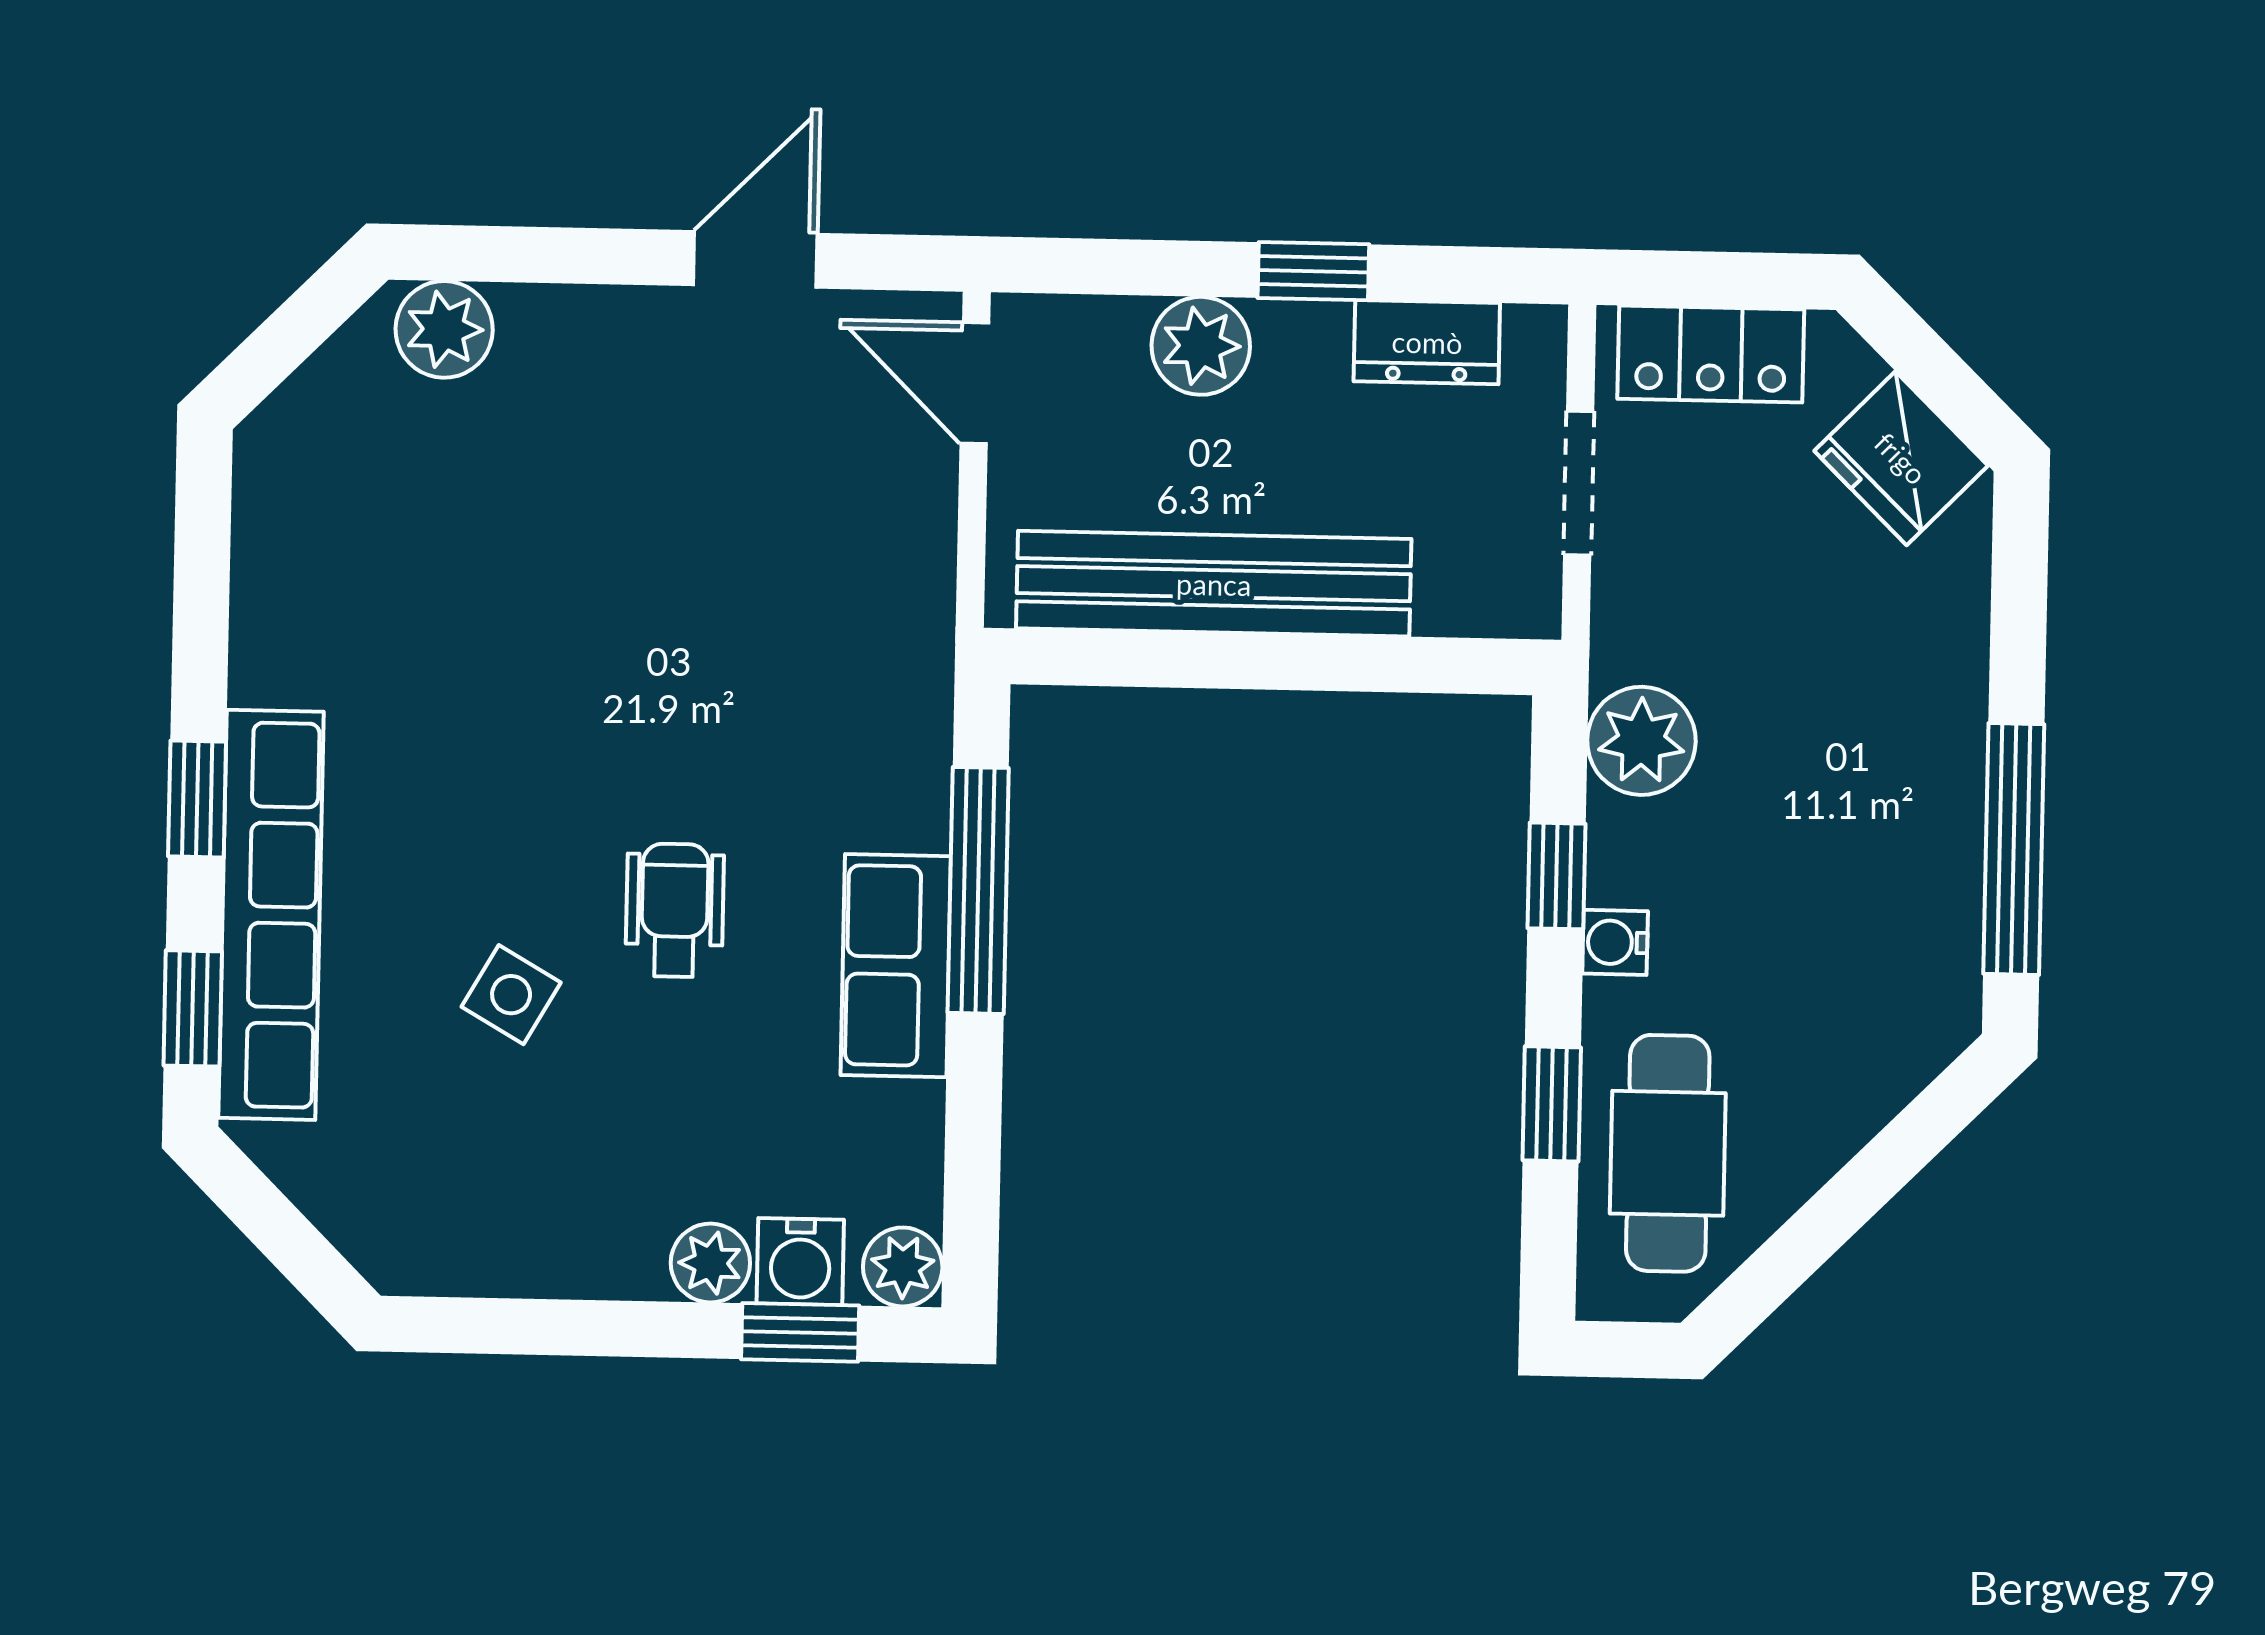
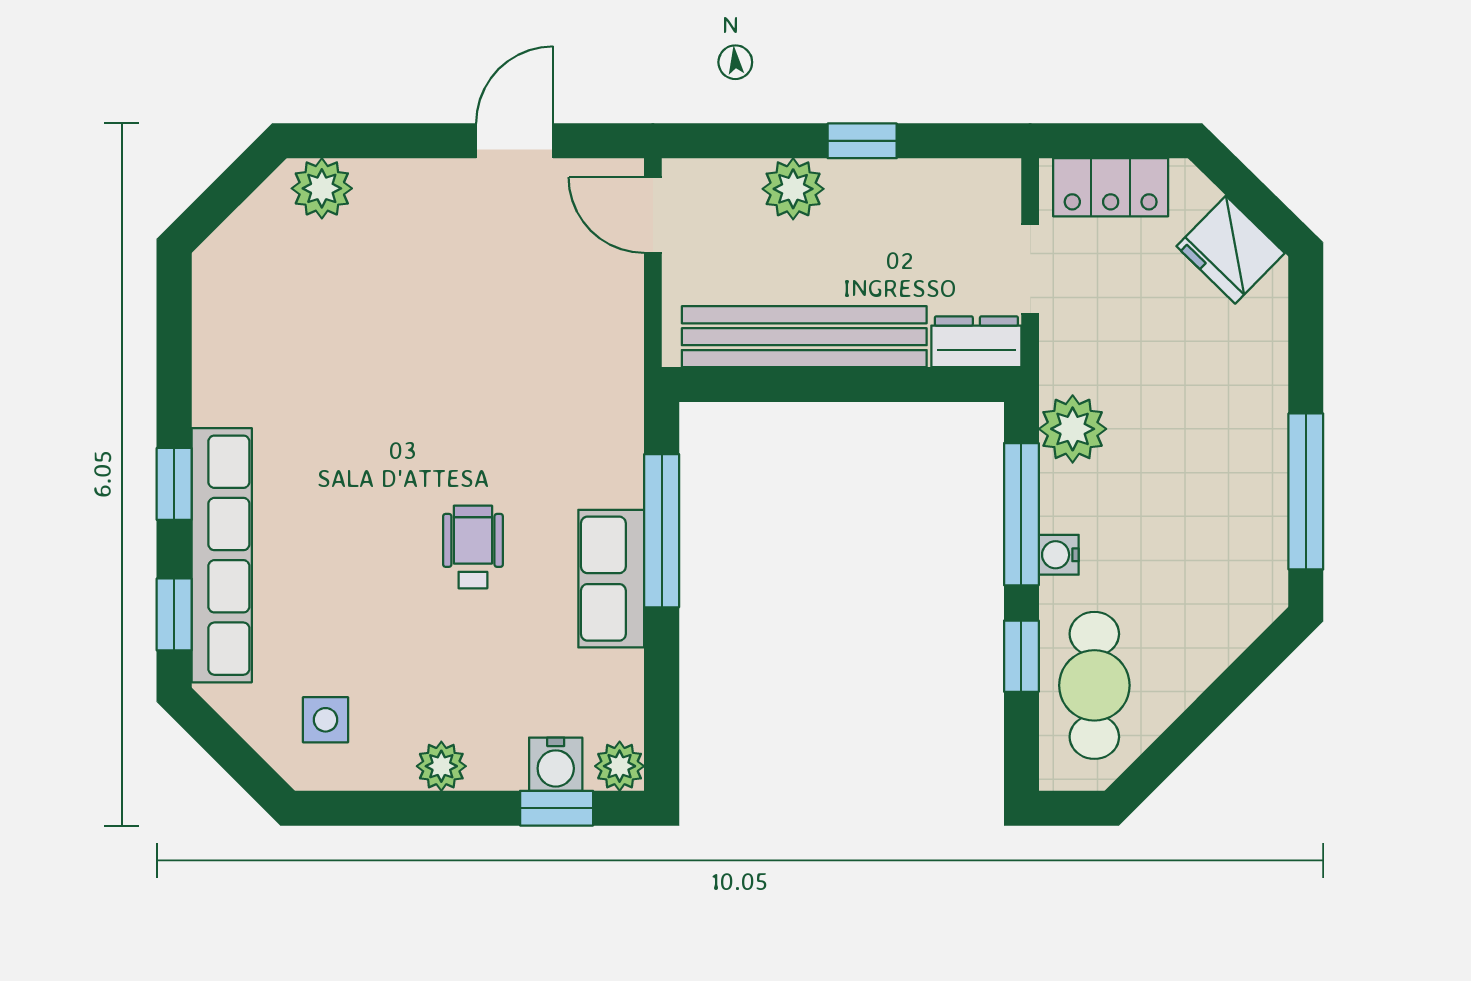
dresser: (1427, 342) -> (976, 342), moved, turned 180
window: (1556, 876) -> (1021, 514), width x2.17
side table: (511, 995) -> (326, 720), moved, turned -30
plant: (710, 1263) -> (441, 766), moved

